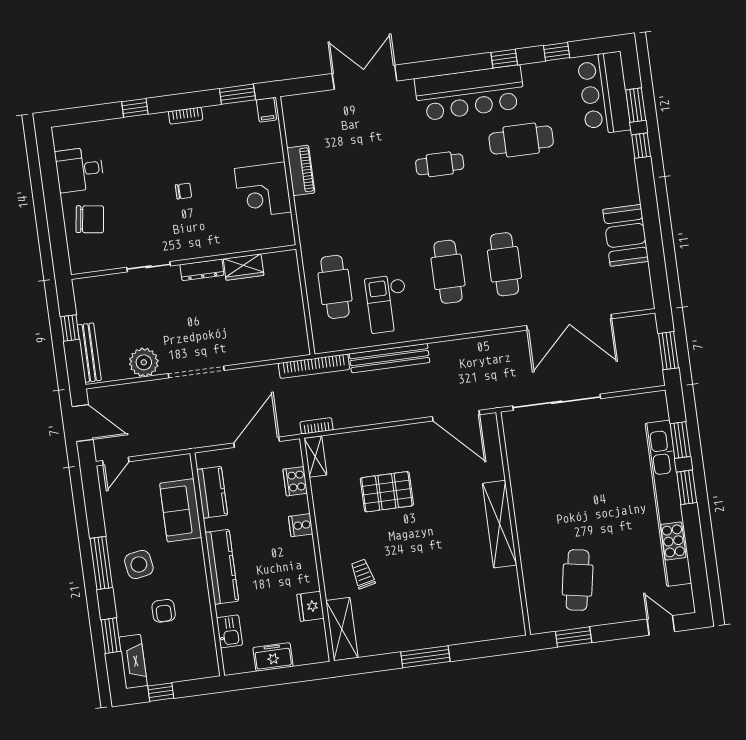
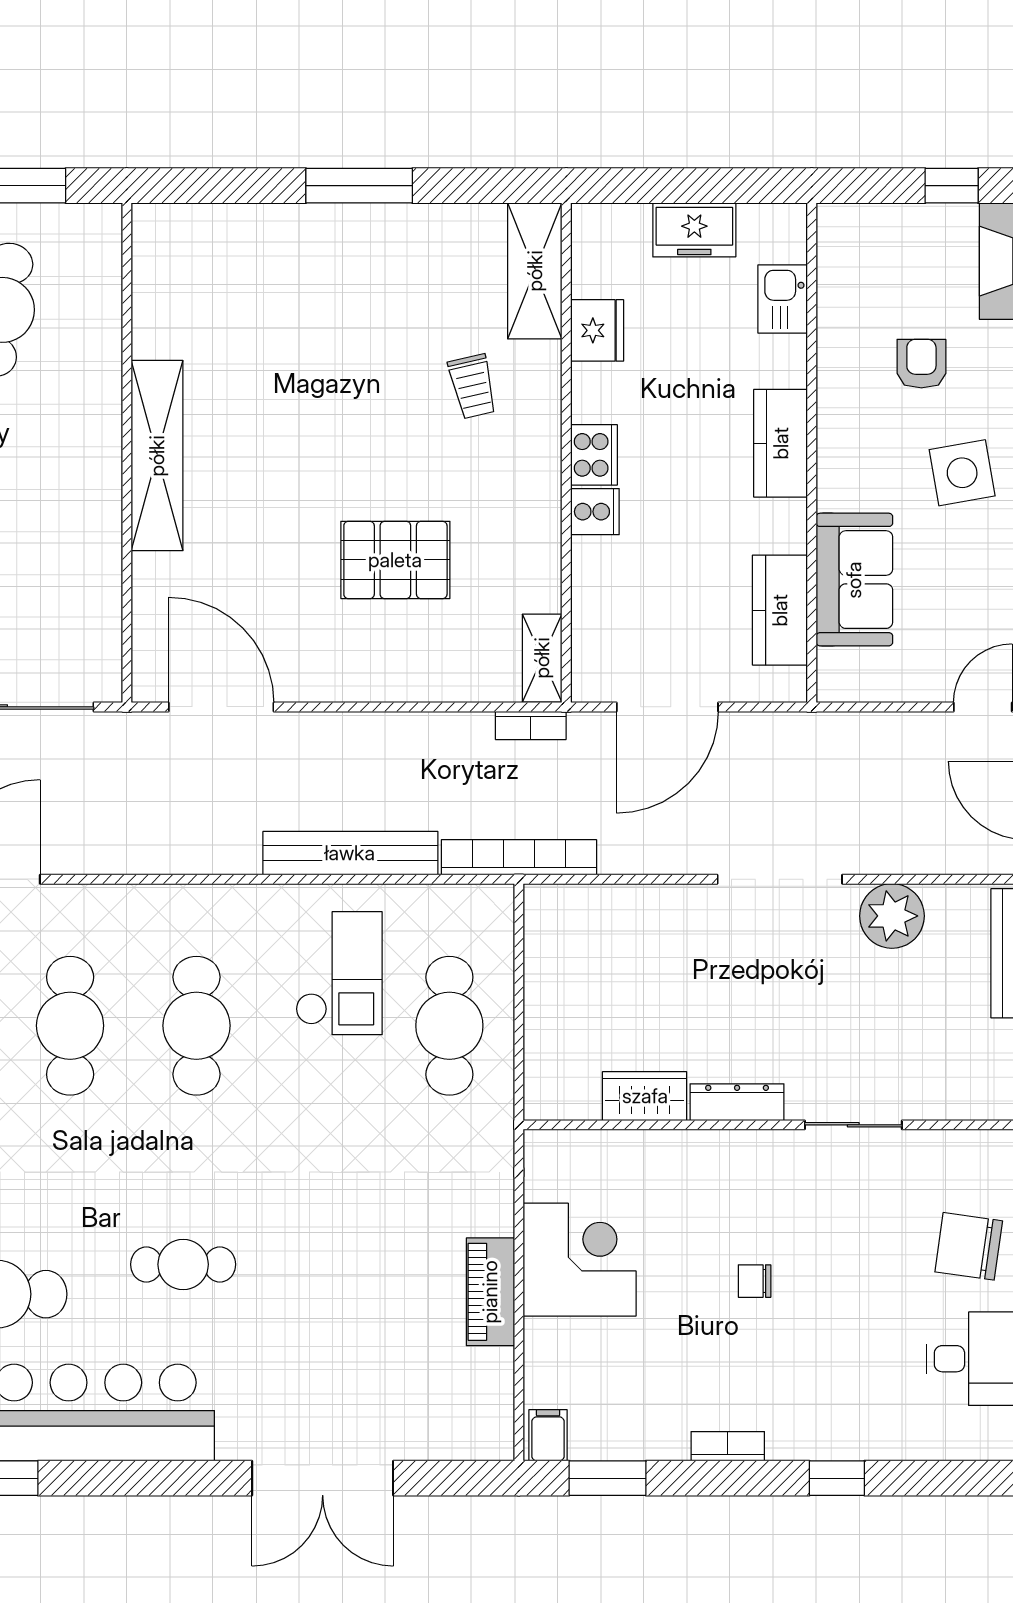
cooker: (295, 481) -> (594, 455), moved
kitchen counter: (222, 567) -> (781, 443), width x0.67

